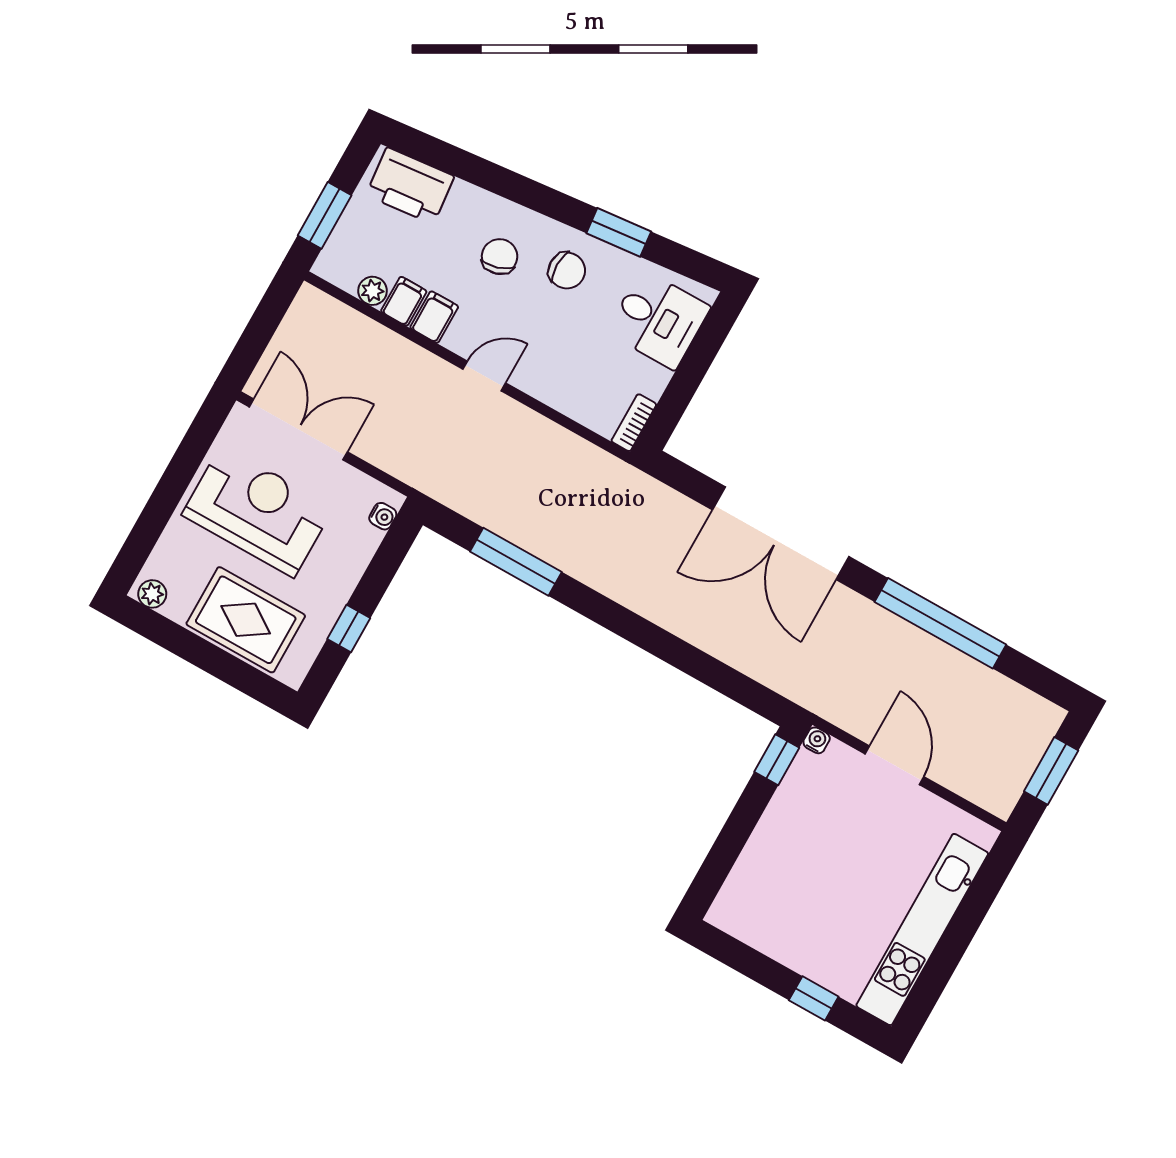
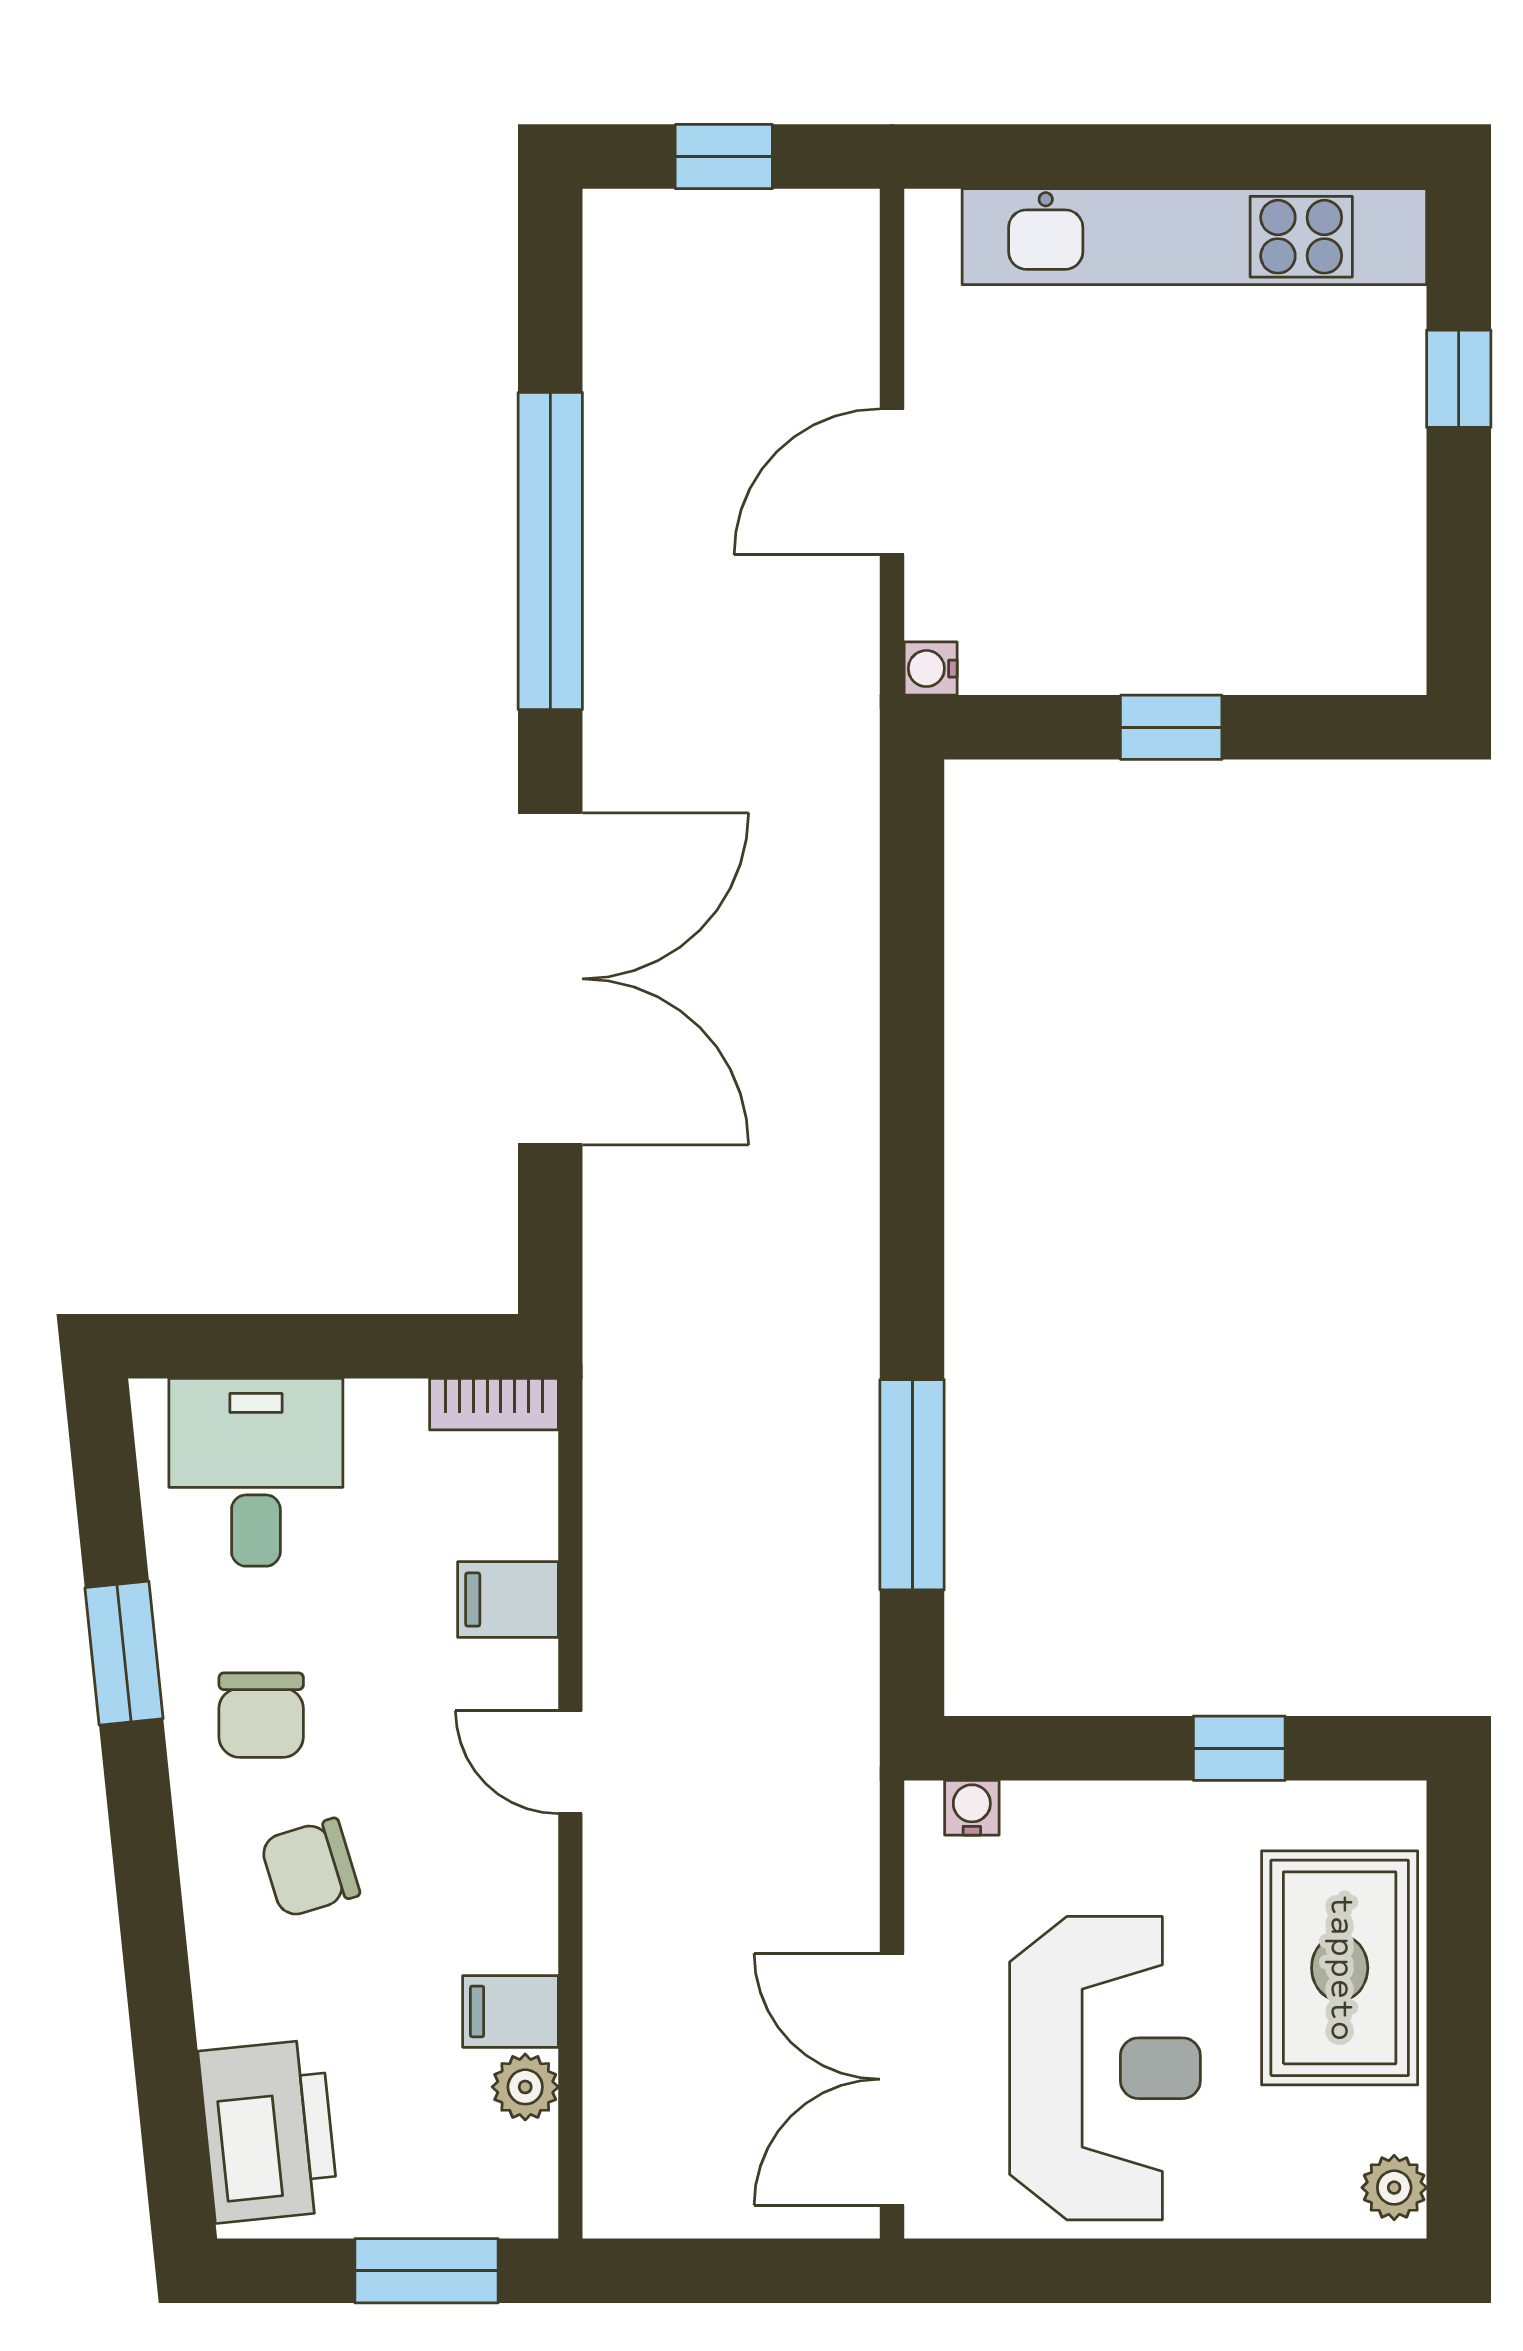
chair: (567, 271) -> (261, 1715), turned 180
filing cabinet: (434, 317) -> (508, 1600), moved
reception desk: (258, 511) -> (1105, 2068), turned 180
window: (777, 760) -> (1171, 727), moved
window: (1051, 771) -> (724, 157), width x0.67

